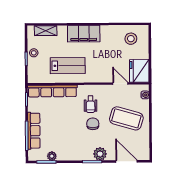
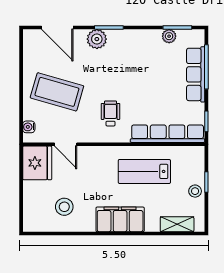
stool: (131, 39) -> (64, 207), moved
chair: (93, 124) -> (107, 84), removed

